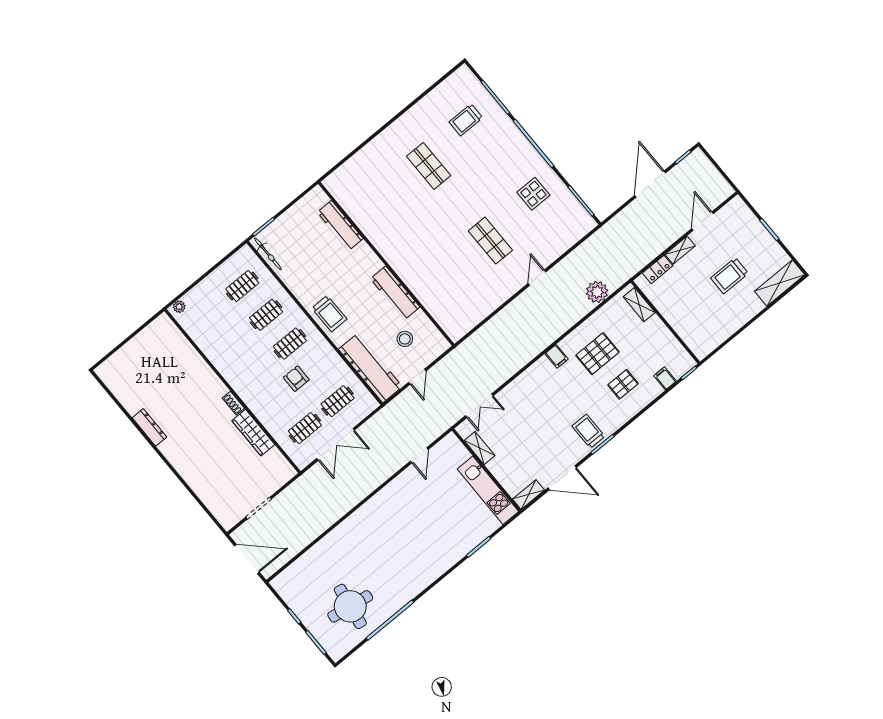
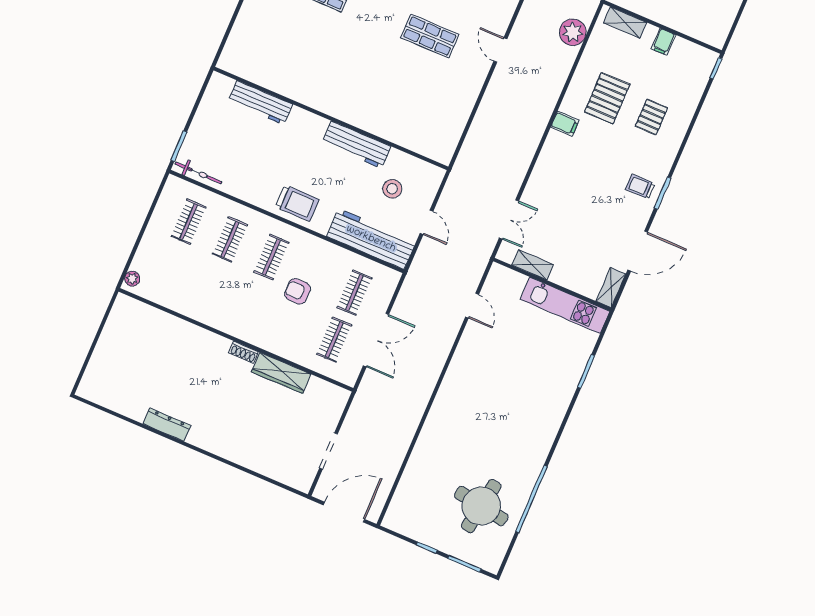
filing cabinet: (665, 378) -> (663, 42), moved, turned -90
trolley: (588, 431) -> (640, 187), width x0.73, depth x0.72

